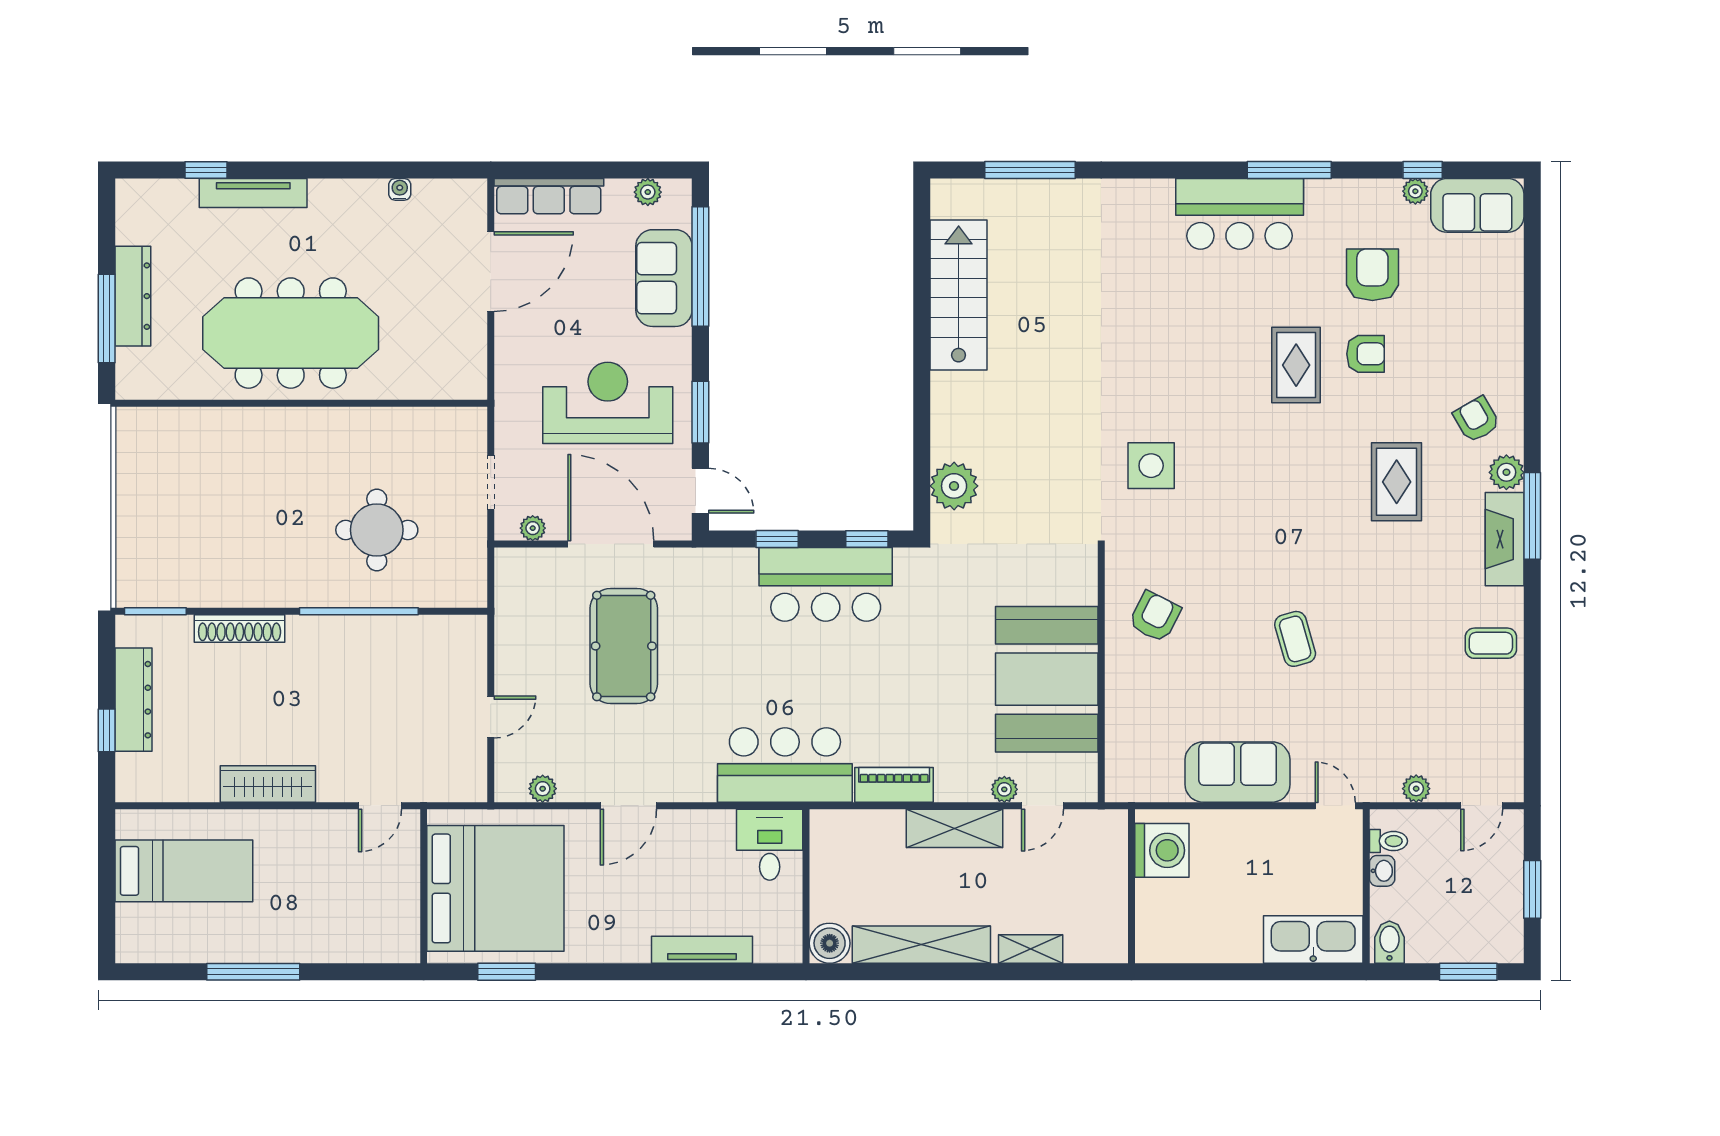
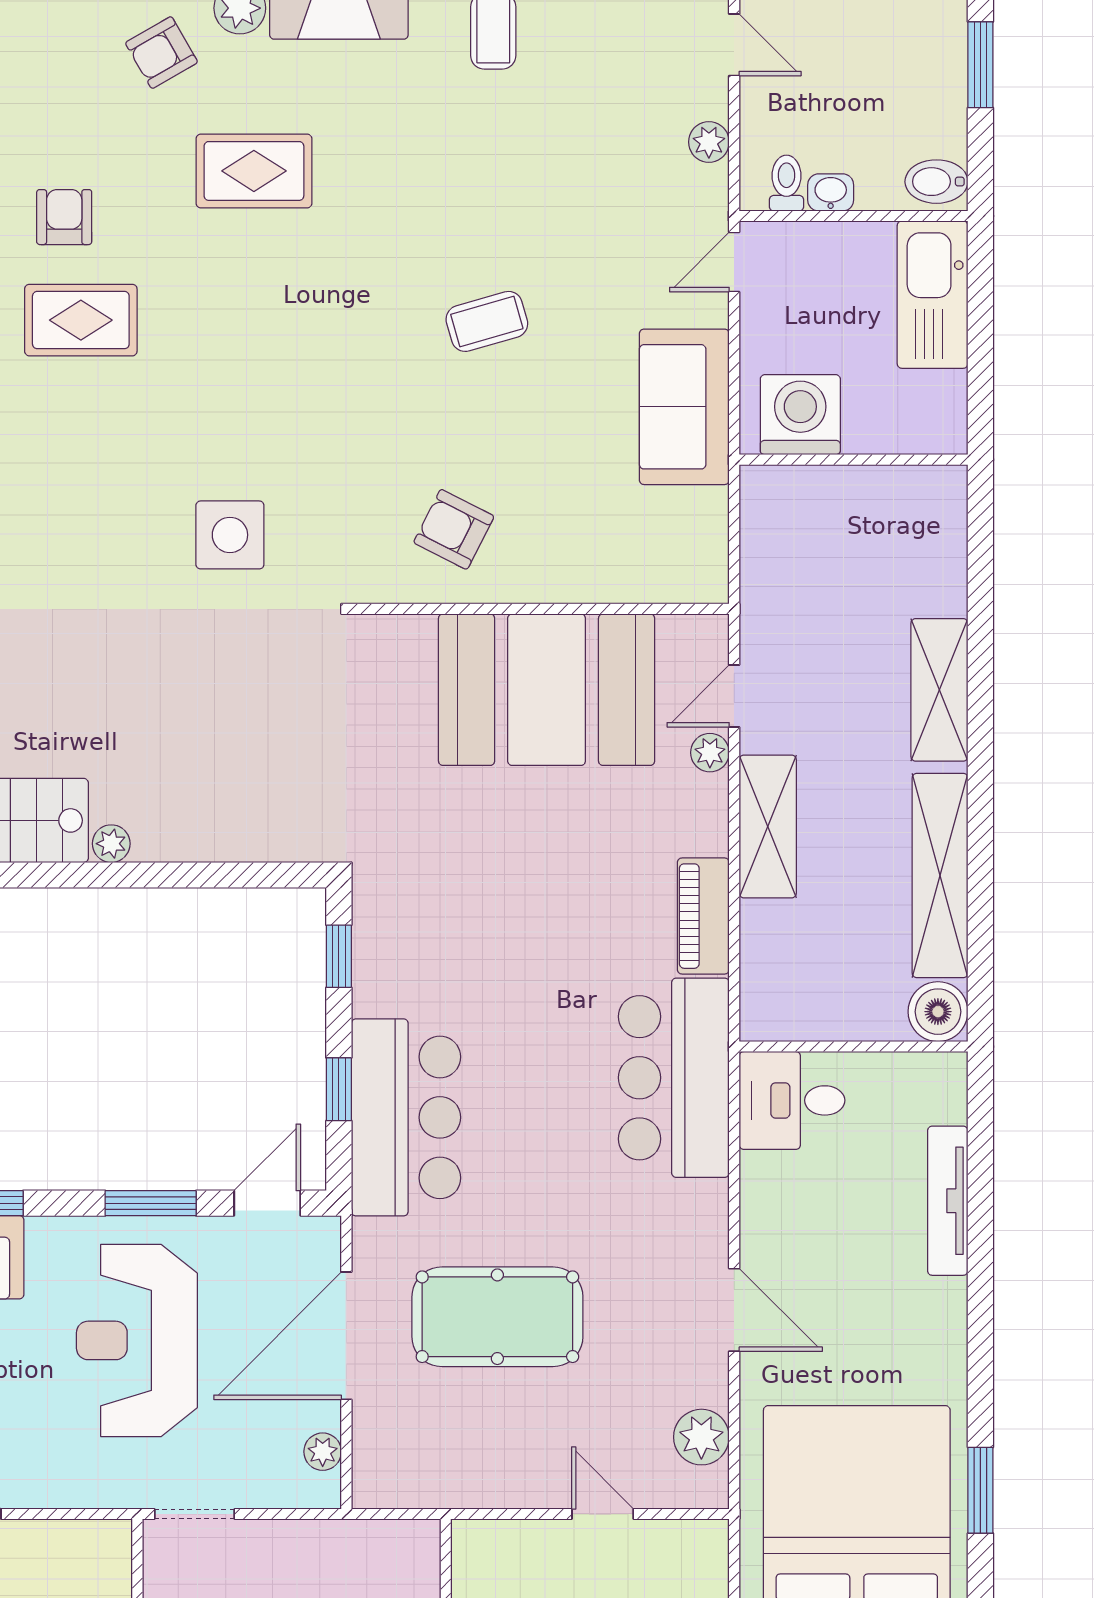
doorway: (491, 482) -> (194, 1514), moved
plant: (954, 486) -> (111, 844), moved, width x0.53, depth x0.53
bar counter: (826, 584) -> (406, 1117), moved
plant: (543, 789) -> (701, 1437), width x1.38, depth x1.38
door: (1042, 806) -> (734, 696), swing flipped
washing machine: (1162, 850) -> (800, 415), moved
wall: (1131, 886) -> (854, 460), moved
shelving: (1031, 949) -> (939, 690), width x1.50, depth x1.33

